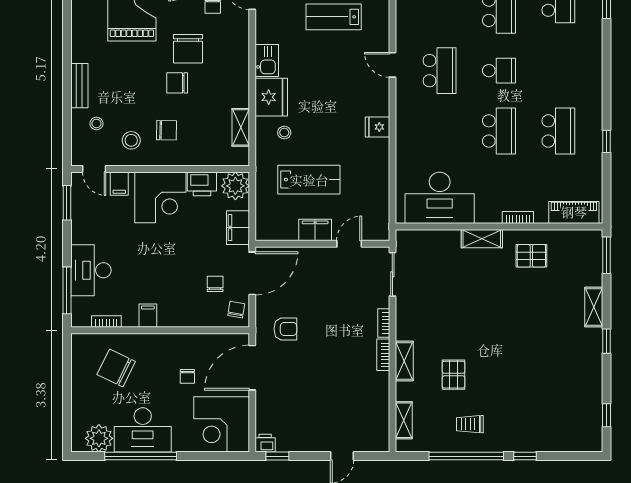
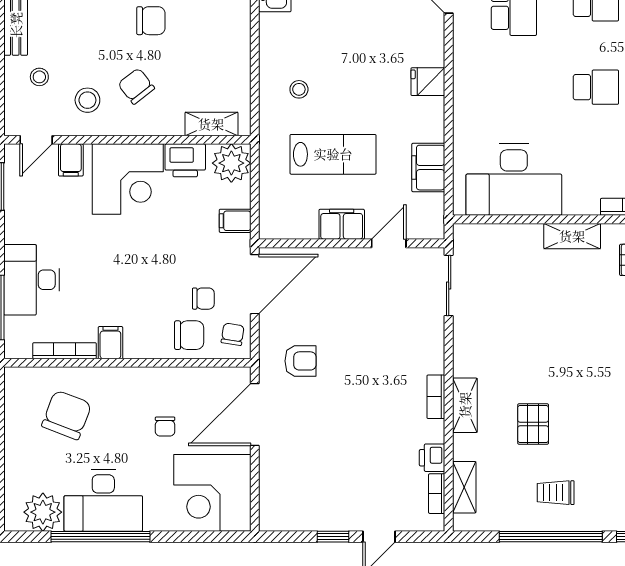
chair: (177, 83) -> (151, 21), turned 180
fridge: (271, 97) -> (281, 40), removed
shelving: (241, 127) -> (211, 124), moved, turned 90
chair: (166, 130) -> (136, 86), turned -129
school desk: (499, 131) -> (596, 87), width x0.54
door: (94, 169) -> (36, 140), hinge flipped
filing cabinet: (378, 189) -> (428, 168), added
filing cabinet: (238, 228) -> (235, 221), width x0.50
chair: (215, 284) -> (203, 299), turned 90
chair: (205, 310) -> (189, 335), added
bookcase: (106, 321) -> (64, 351), width x1.56
bookcase: (384, 323) -> (437, 494), moved
chair: (116, 368) -> (67, 415), turned 85
printer: (265, 443) -> (432, 458), moved, turned -90
window: (277, 456) -> (333, 537), moved

